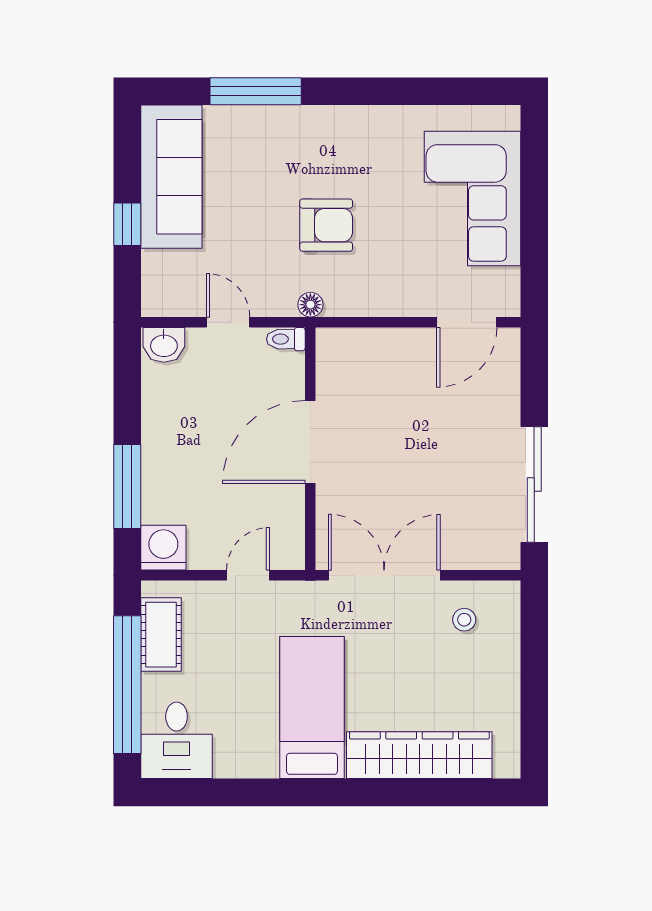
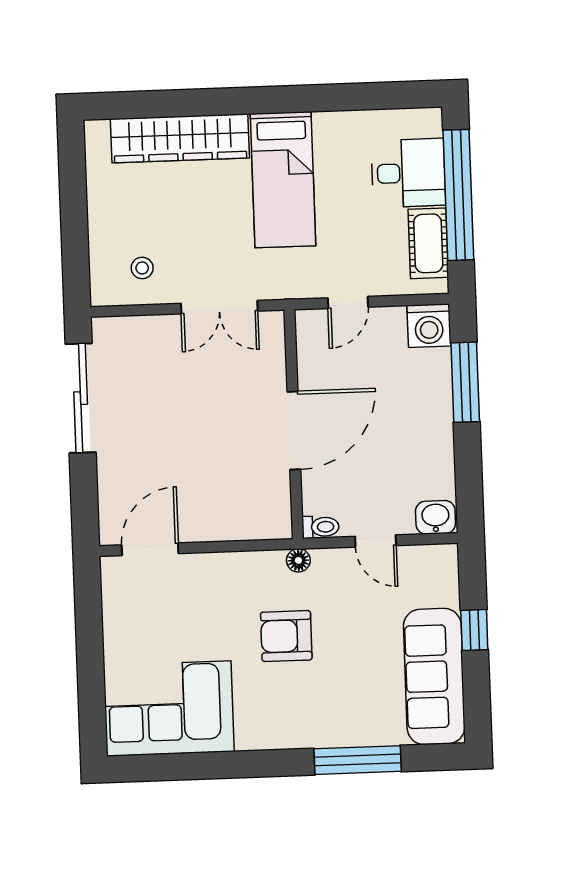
corner sofa: (472, 198) -> (169, 709), moved, turned -90
double door: (384, 575) -> (219, 307), width x0.73
desk: (177, 740) -> (408, 173), moved, turned 90

